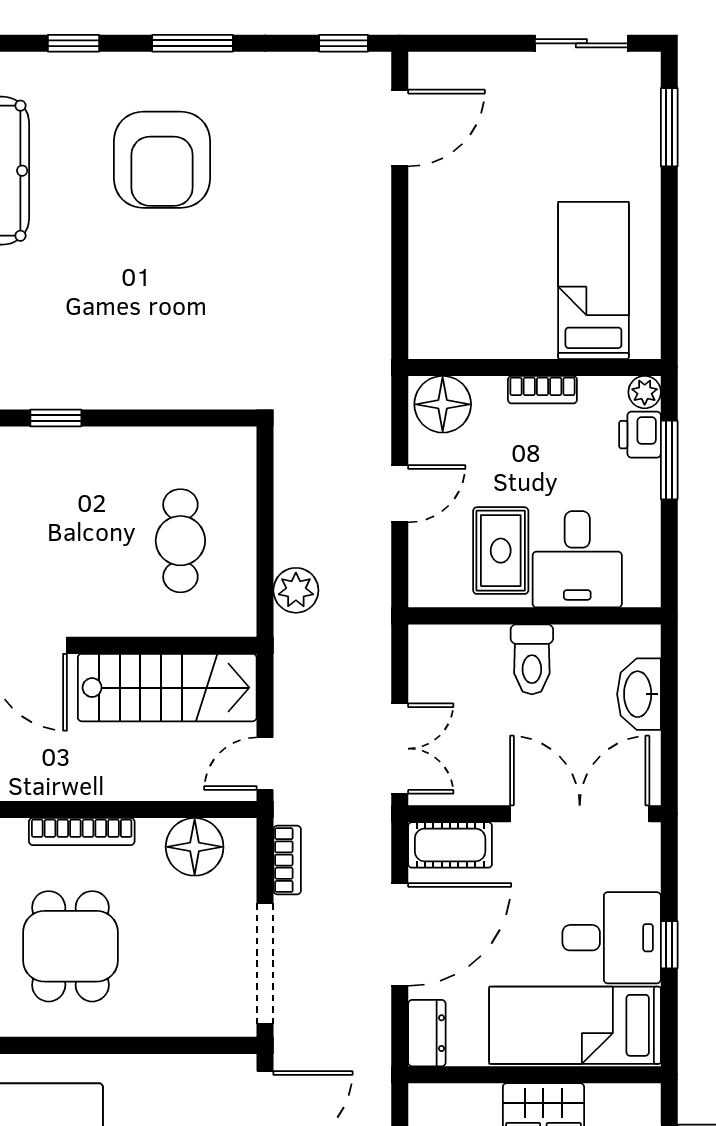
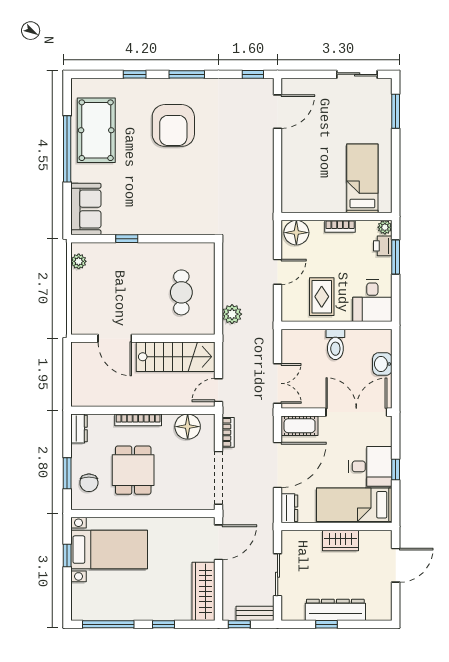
desk: (577, 559) -> (372, 301), moved
washbasin: (639, 694) -> (382, 364), width x0.72

